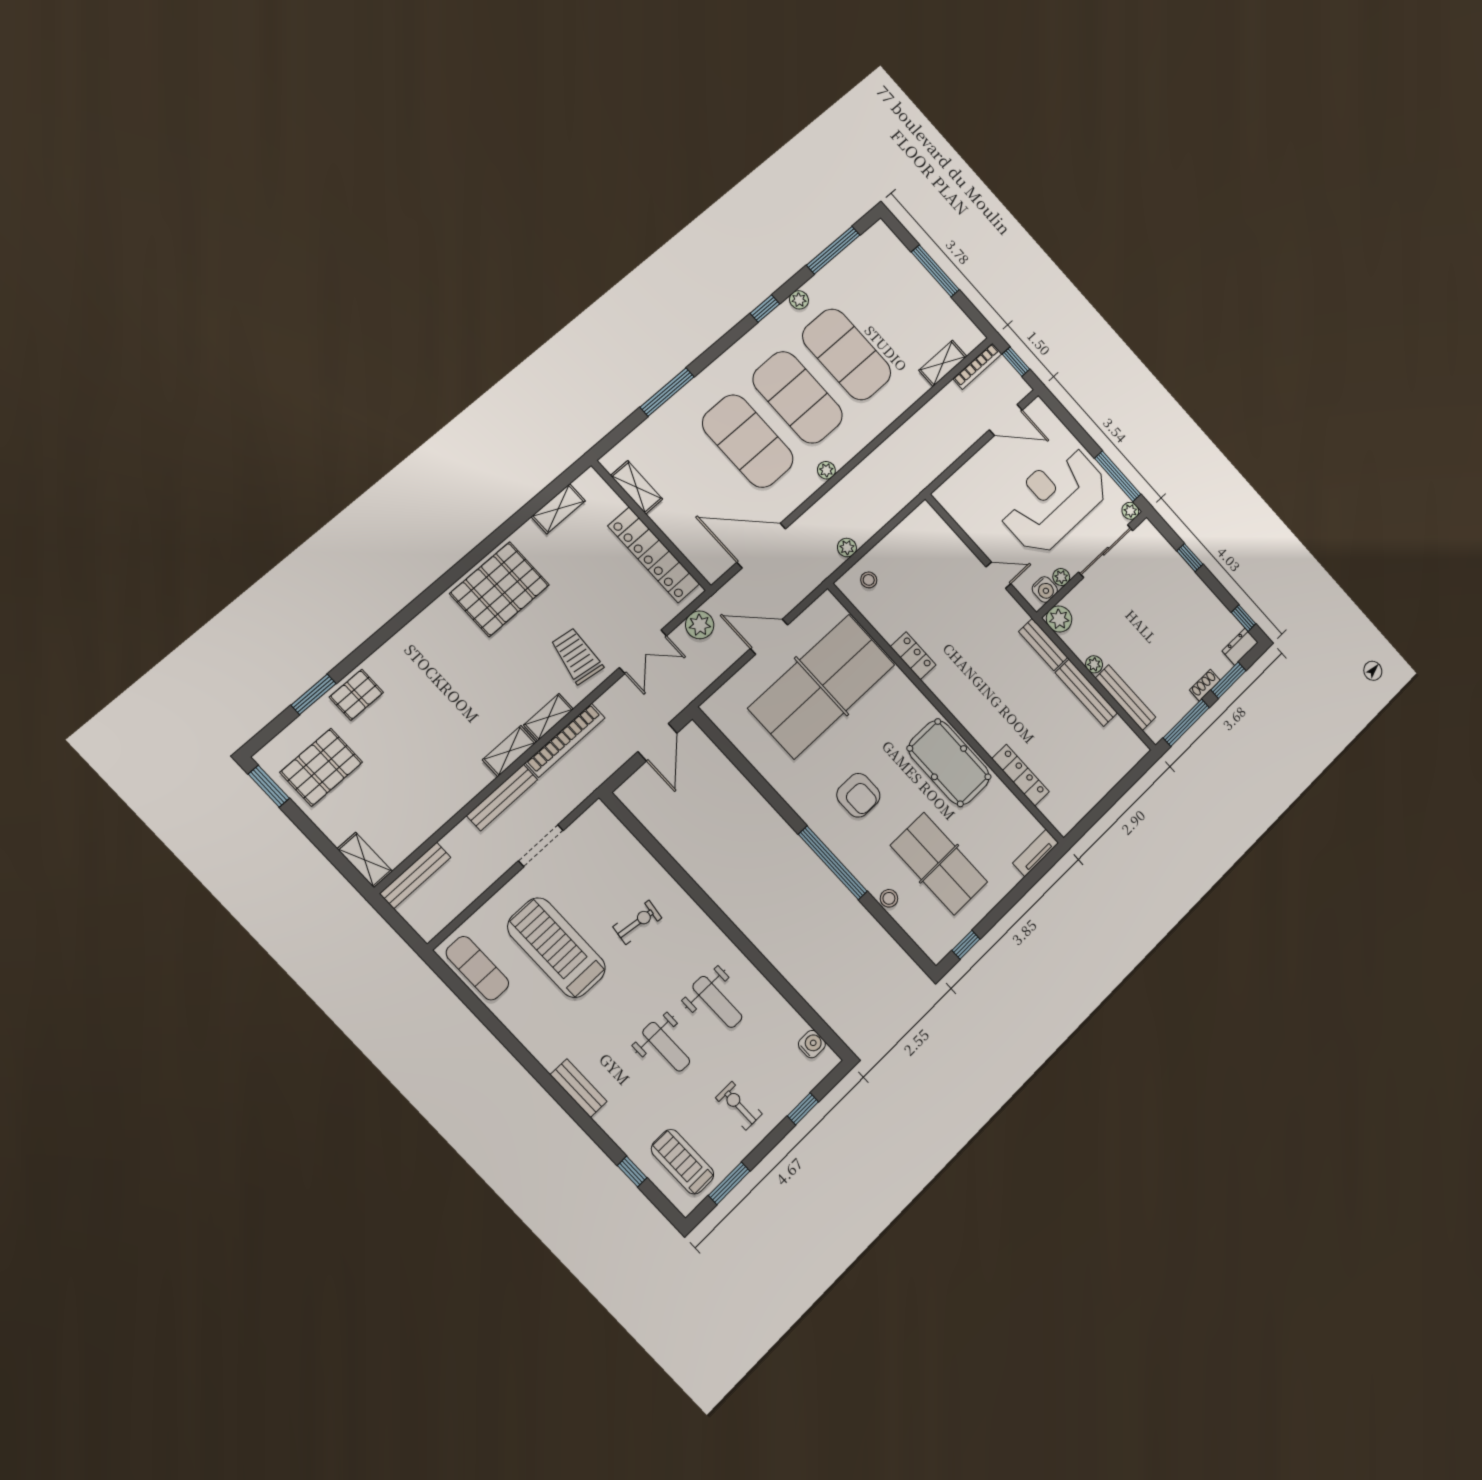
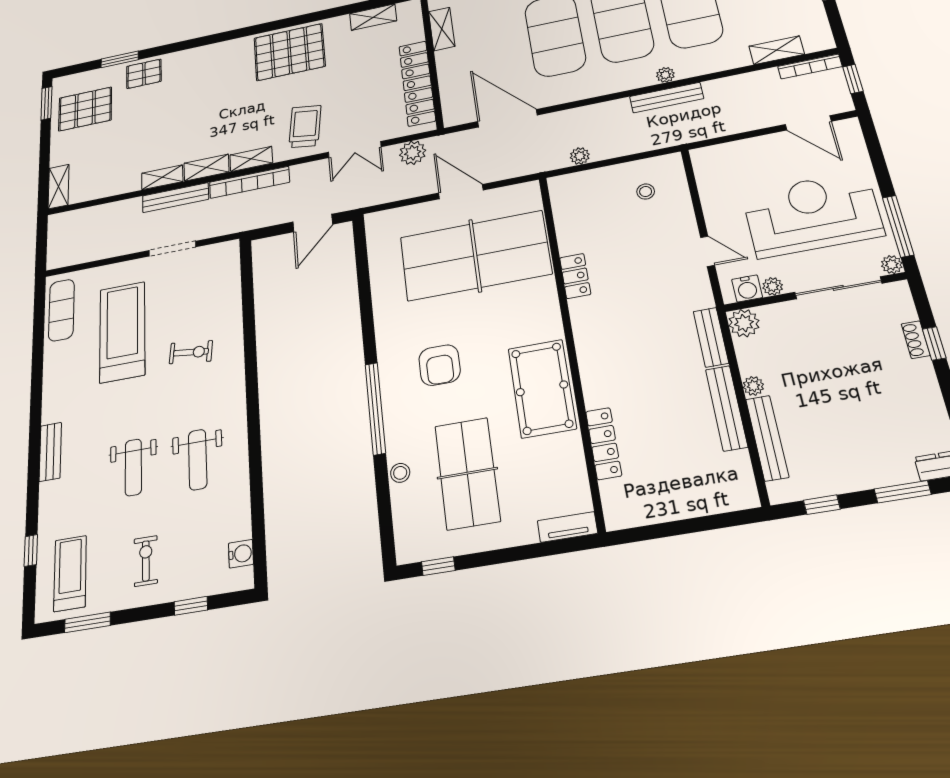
plant: (826, 470) -> (665, 75), moved
stool: (869, 580) -> (646, 192), moved
shoe rack: (1205, 685) -> (916, 340), moved, turned -90
window: (1186, 723) -> (822, 505), width x0.46
shelving: (471, 786) -> (162, 177), added
bench: (415, 875) -> (667, 98), moved

